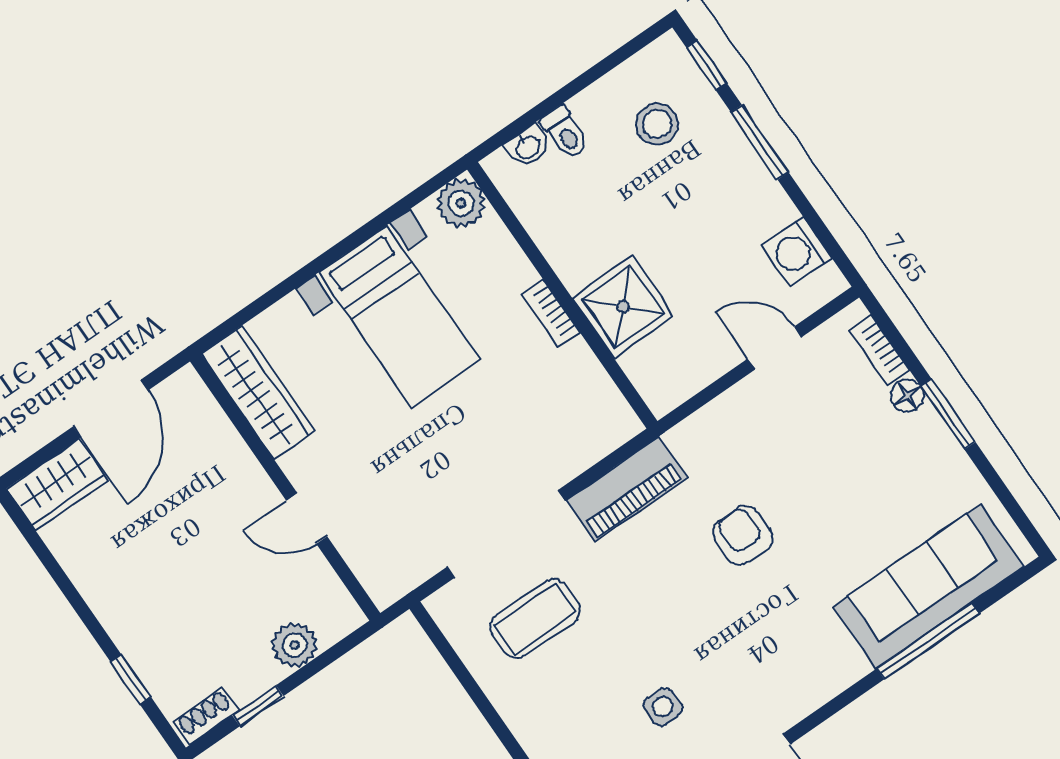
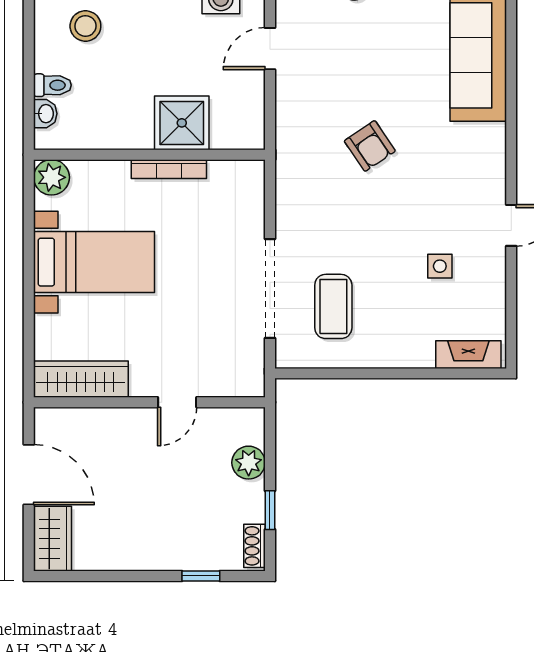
bookcase: (551, 313) -> (169, 169), width x1.56
piano: (627, 489) -> (293, 197), removed
armchair: (743, 535) -> (370, 146), turned -124
window: (928, 641) -> (511, 78), removed

